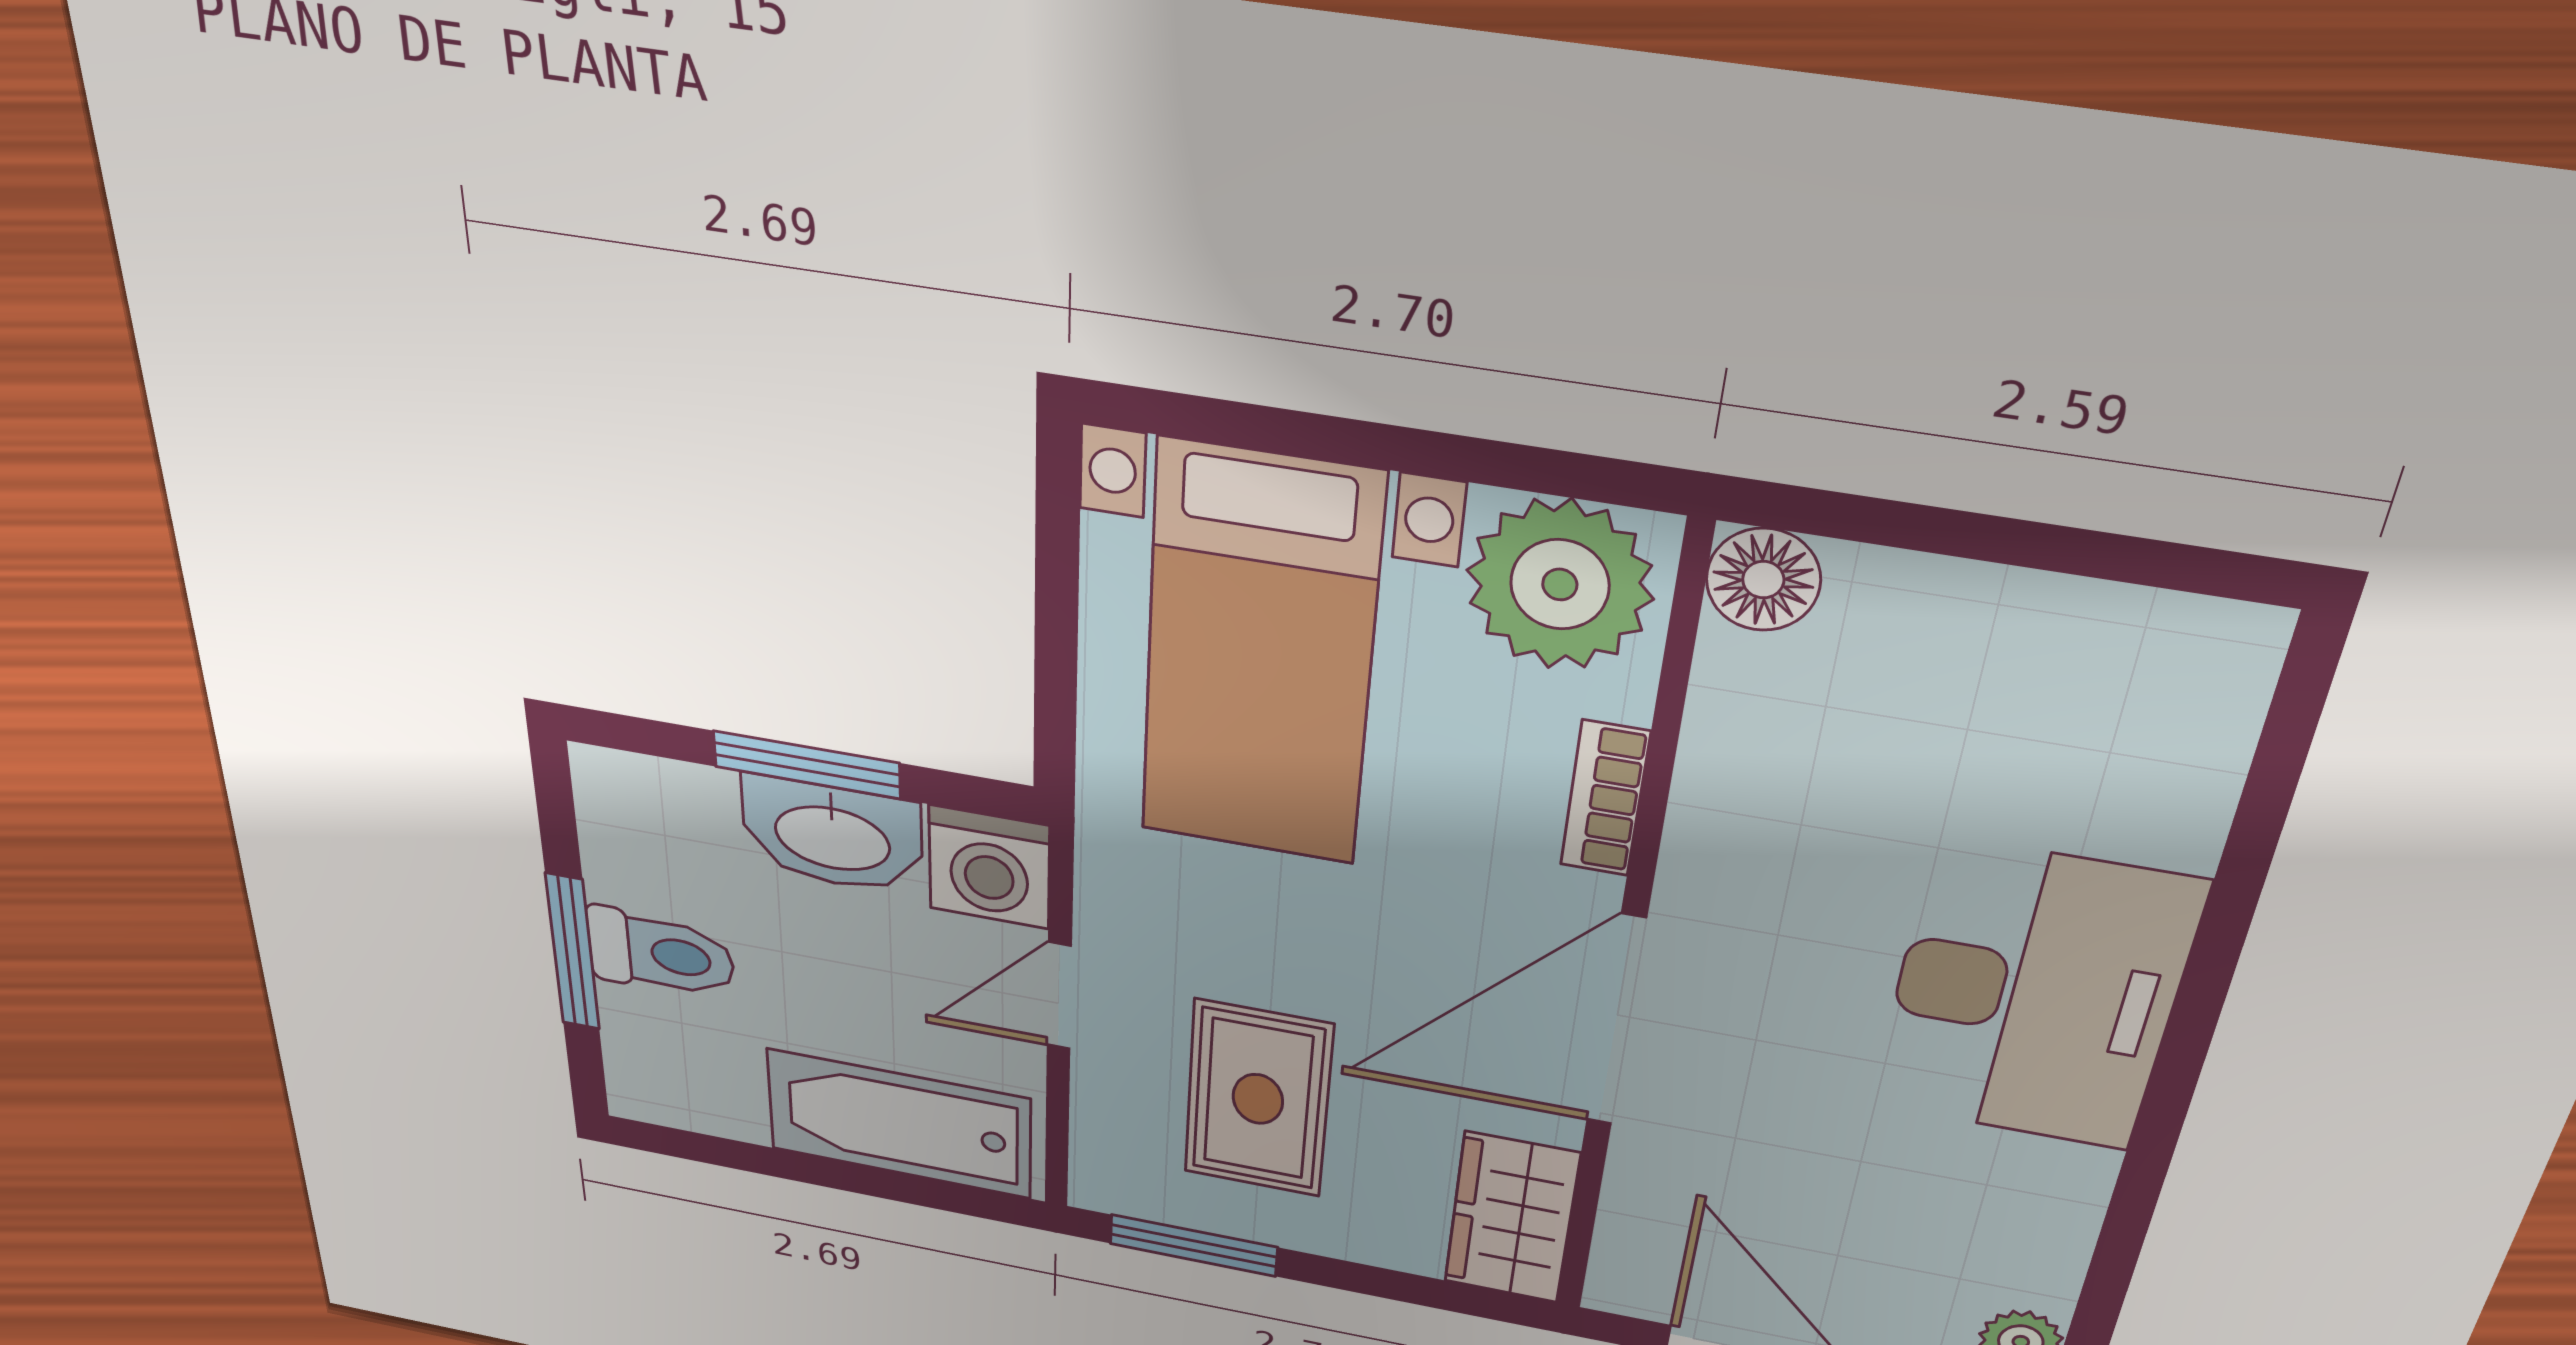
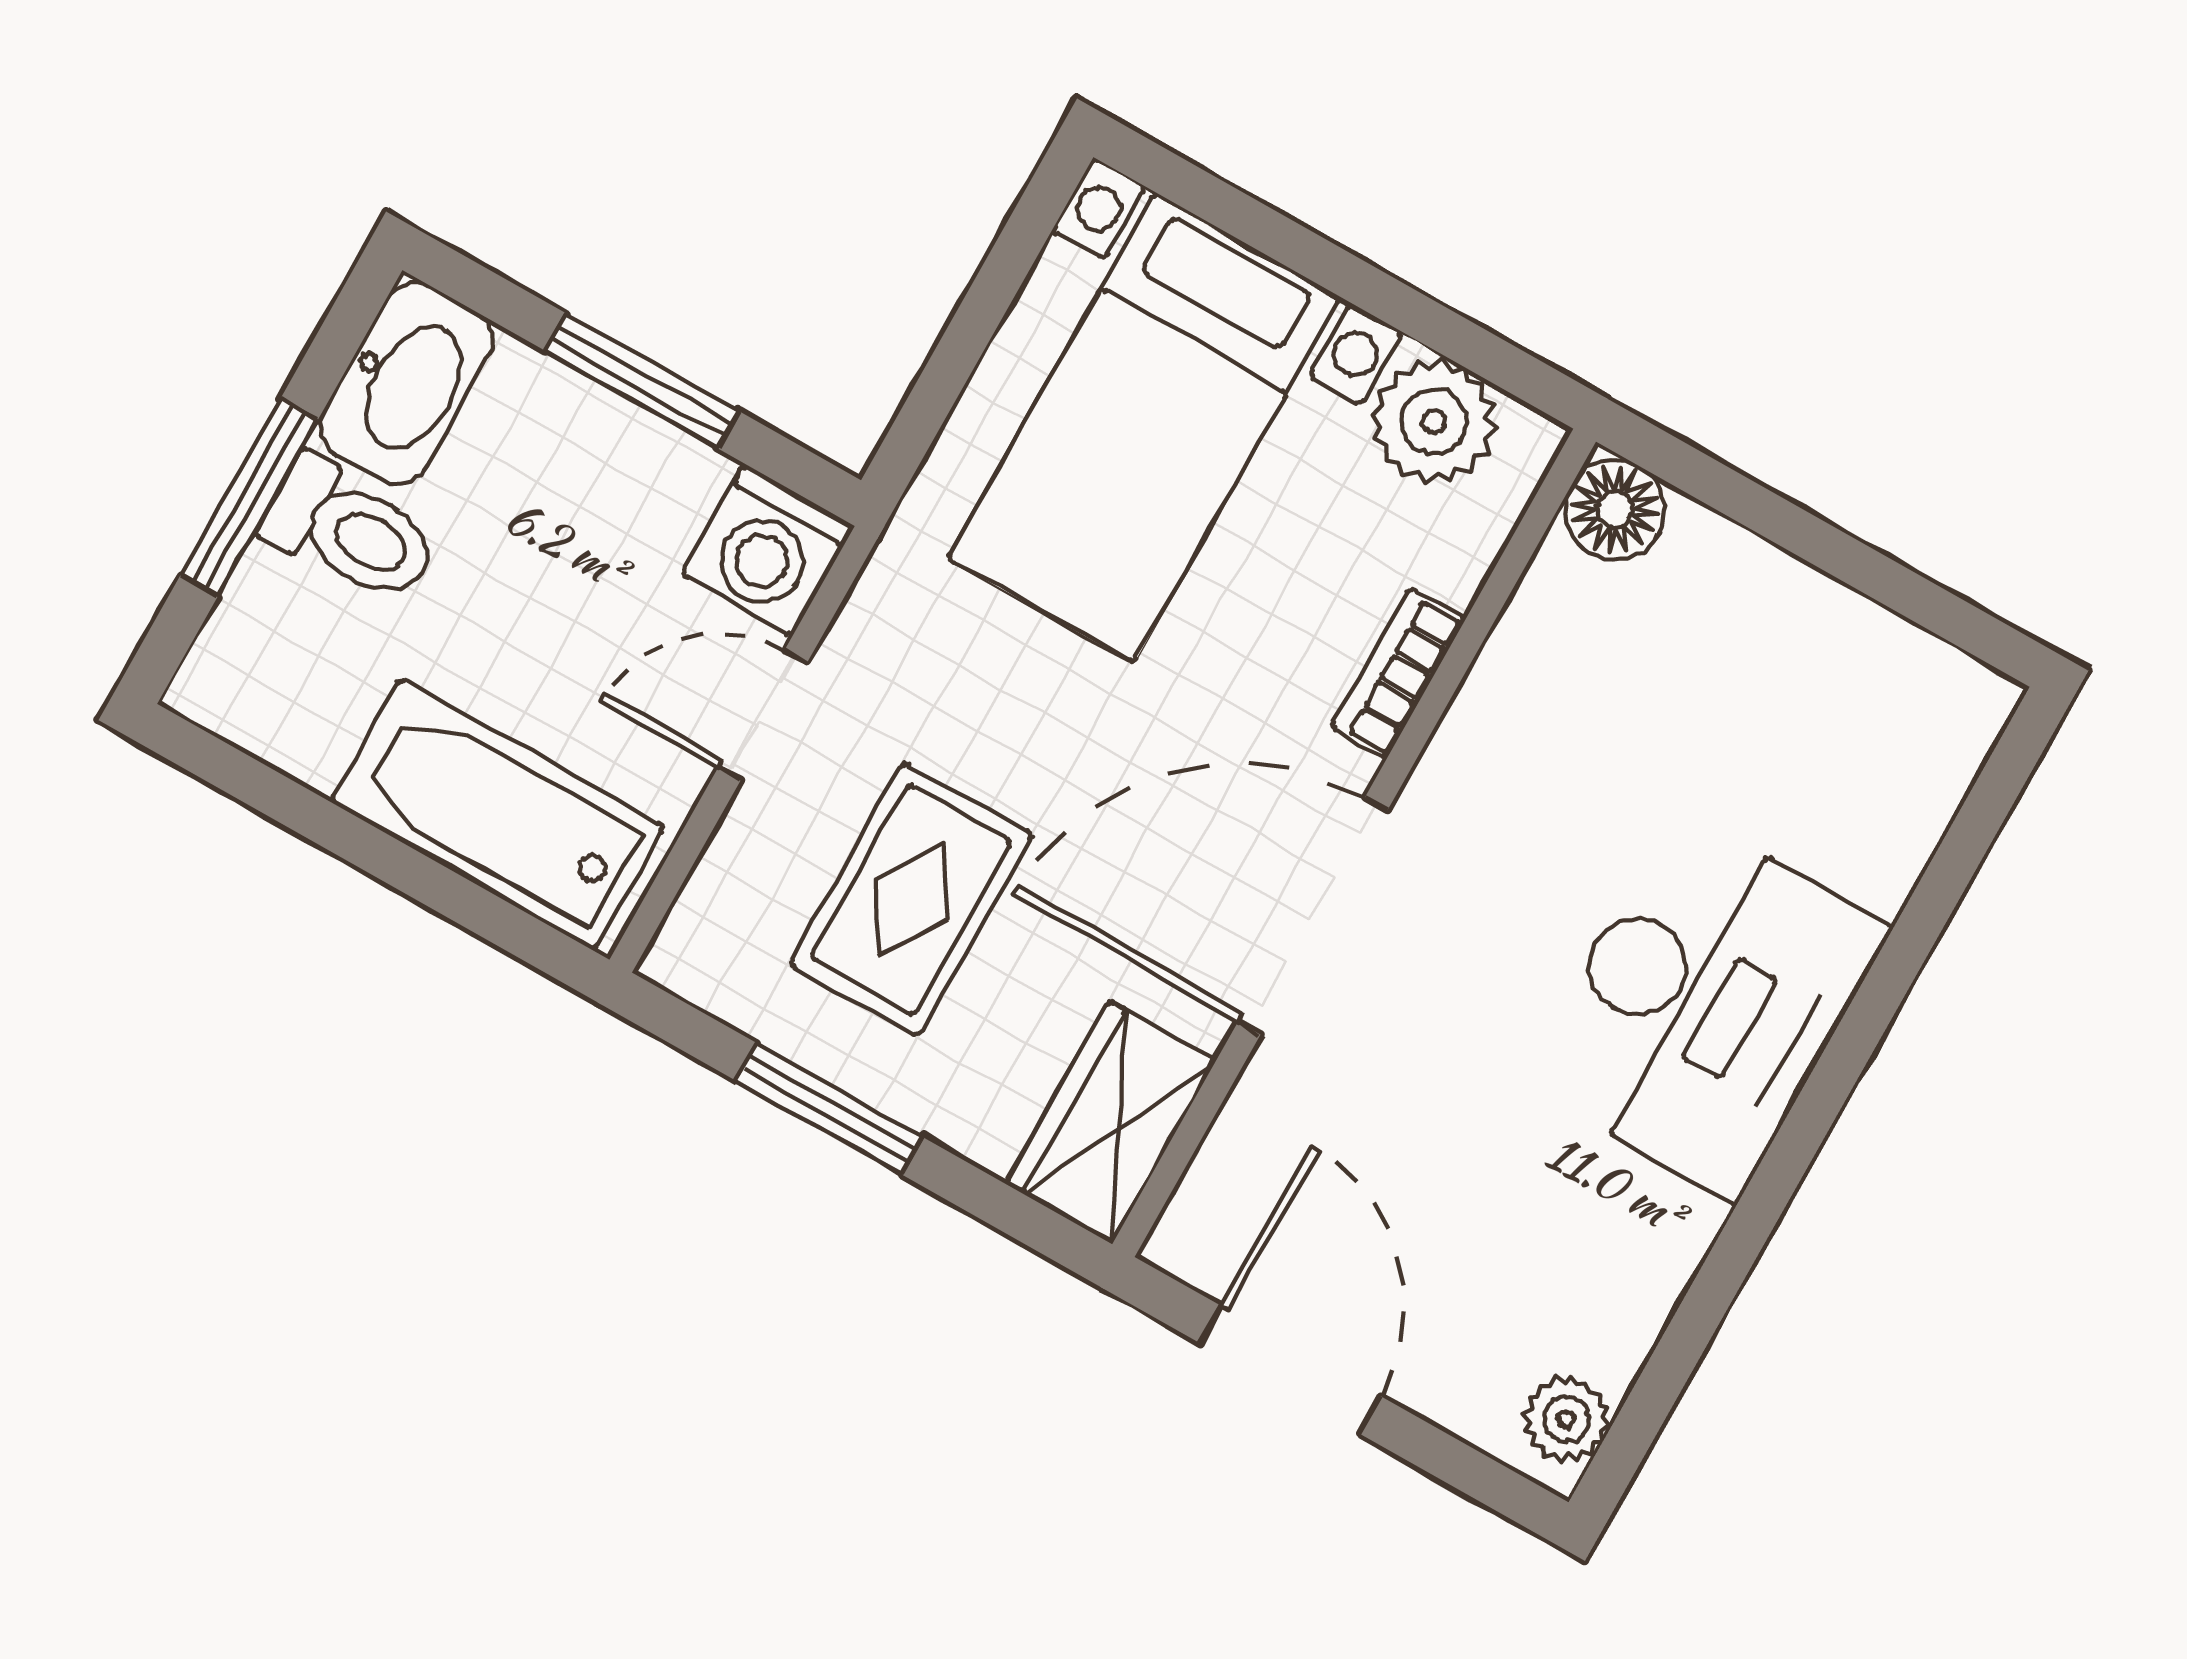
plant: (1560, 584) -> (1434, 422), width x0.73, depth x0.73
washbasin: (832, 836) -> (406, 383), moved, turned -90
window: (1193, 1245) -> (830, 1109), moved

